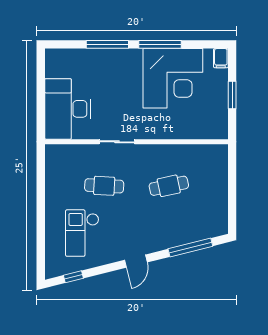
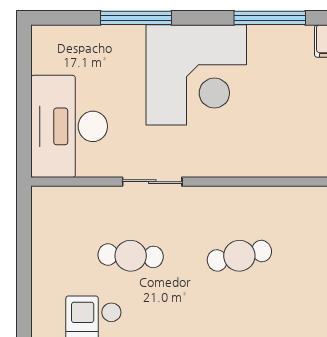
window: (160, 44) -> (270, 18), moved
corner desk: (173, 78) -> (196, 75), moved

